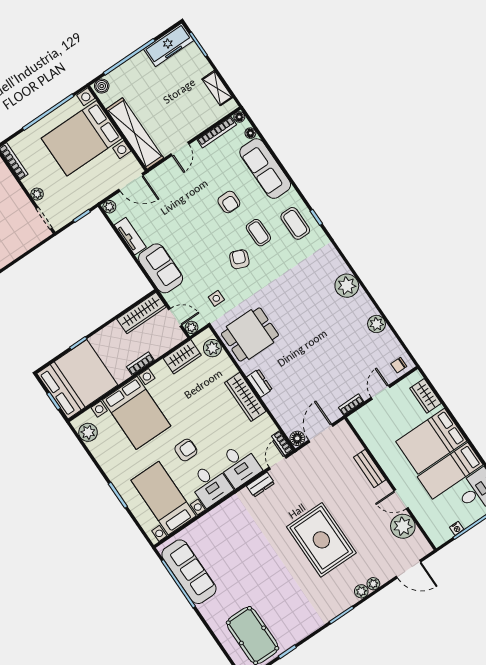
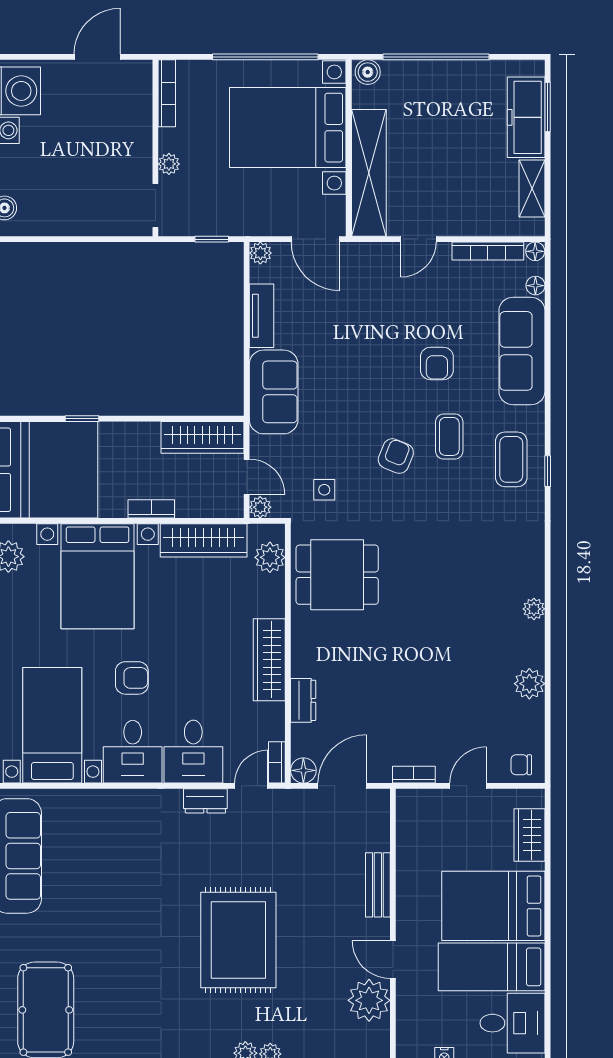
freezer: (169, 45) -> (526, 117), moved, turned 90
plant: (347, 286) -> (534, 609), width x0.53, depth x0.53
wardrobe: (182, 357) -> (204, 540), width x1.50
dresser: (259, 383) -> (303, 700), moved

